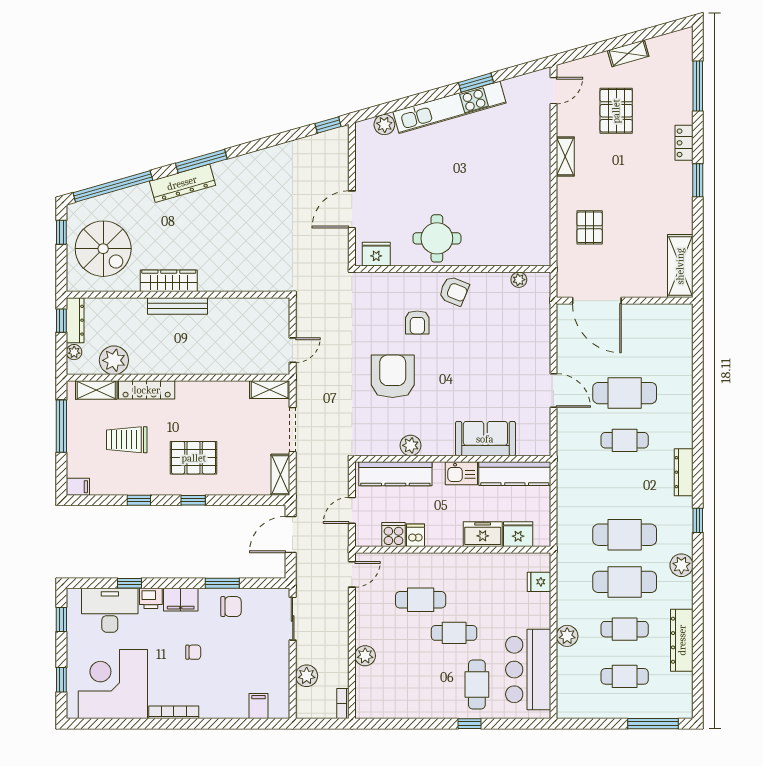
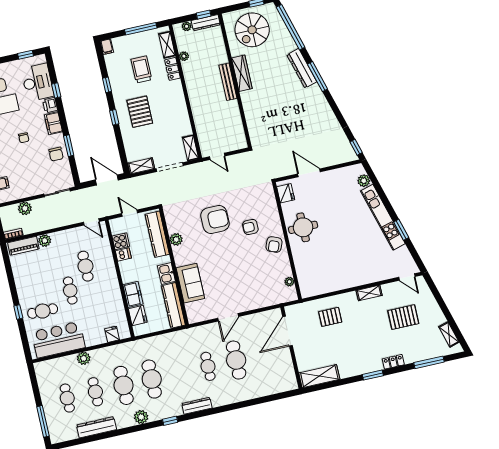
shelving: (628, 53) -> (449, 334), moved
plant: (114, 360) -> (184, 56), width x0.53, depth x0.53
locker: (147, 390) -> (172, 69), width x0.66
piano: (366, 692) -> (23, 246), added

